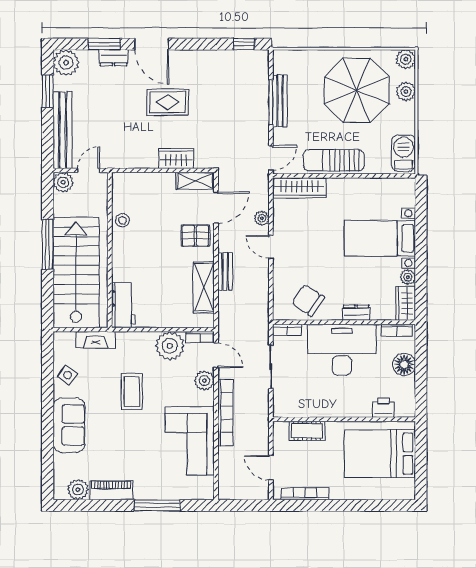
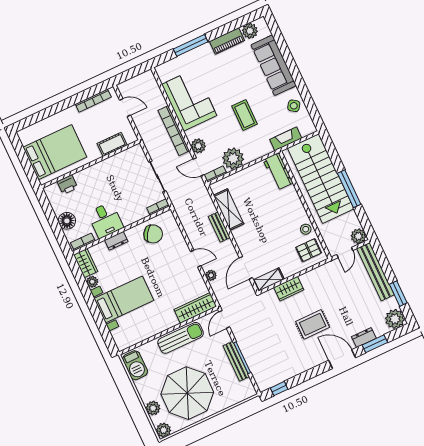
pallet: (196, 236) -> (309, 250), moved
desk: (342, 350) -> (105, 220), width x0.53, depth x0.77
sofa: (69, 425) -> (274, 65), width x1.36

